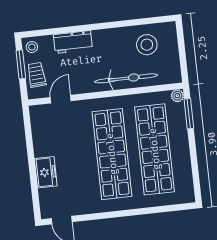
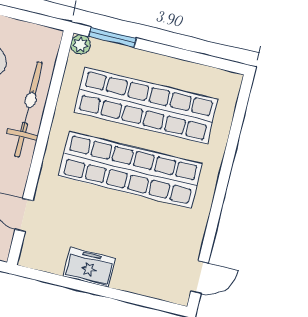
freezer: (46, 172) -> (89, 267), moved

